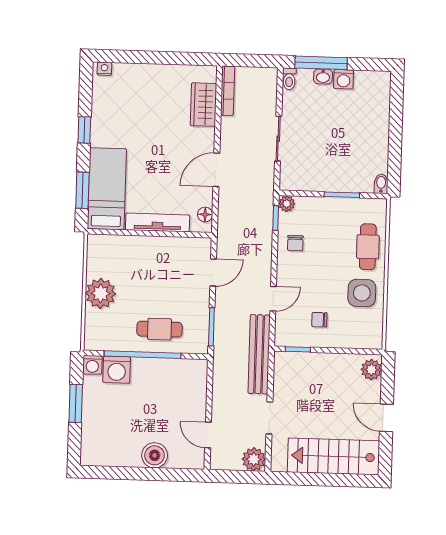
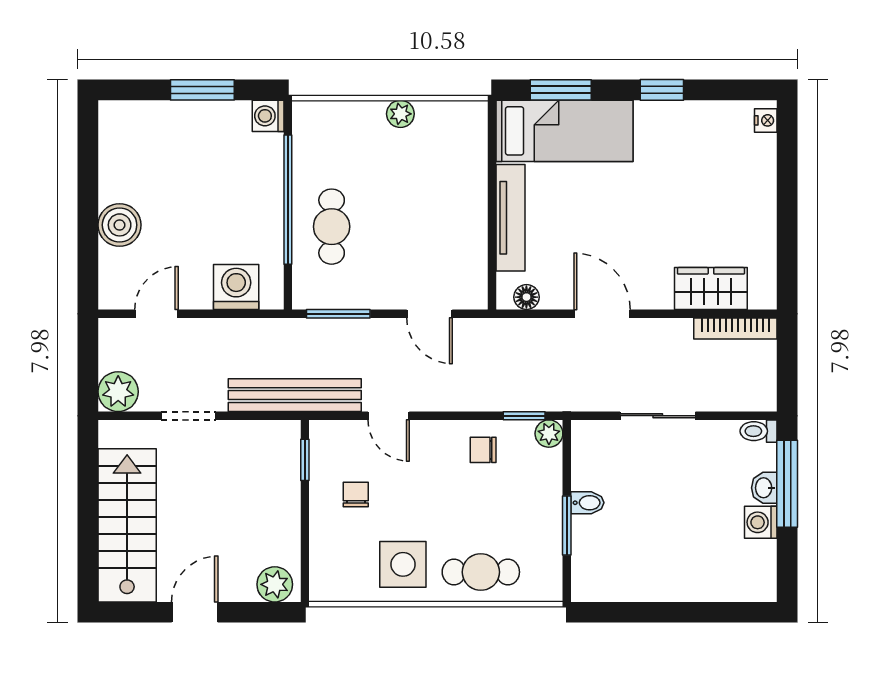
bidet: (381, 184) -> (587, 503), moved
plant: (101, 293) -> (400, 114), width x0.53, depth x0.53
washing machine: (117, 370) -> (236, 287), moved, turned 90

